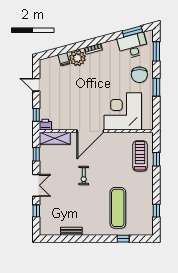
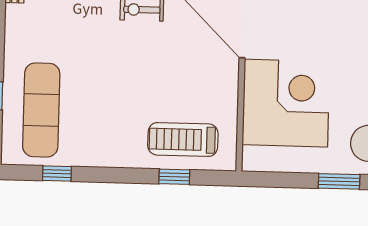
treadmill: (140, 156) -> (183, 139), turned 180
exercise mat: (118, 208) -> (41, 110), moved, turned 90

